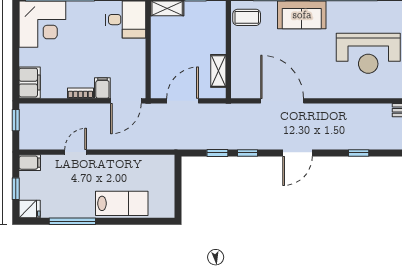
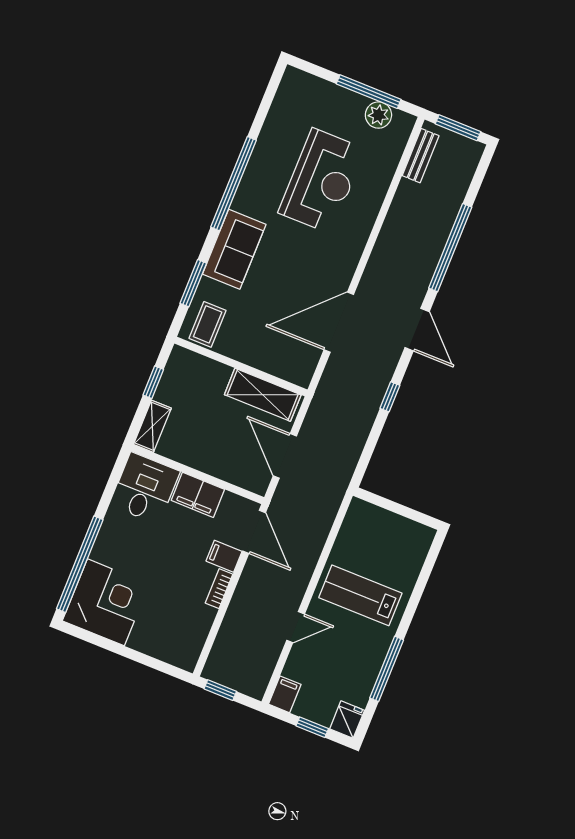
shelving: (218, 71) -> (263, 395), width x1.50, depth x1.33
filing cabinet: (30, 83) -> (198, 495), moved, turned 180
door: (76, 152) -> (296, 627), swing flipped
window: (217, 153) -> (374, 437), removed
window: (359, 153) -> (450, 248), width x3.17
lab bench: (122, 203) -> (360, 595), moved, turned -90

